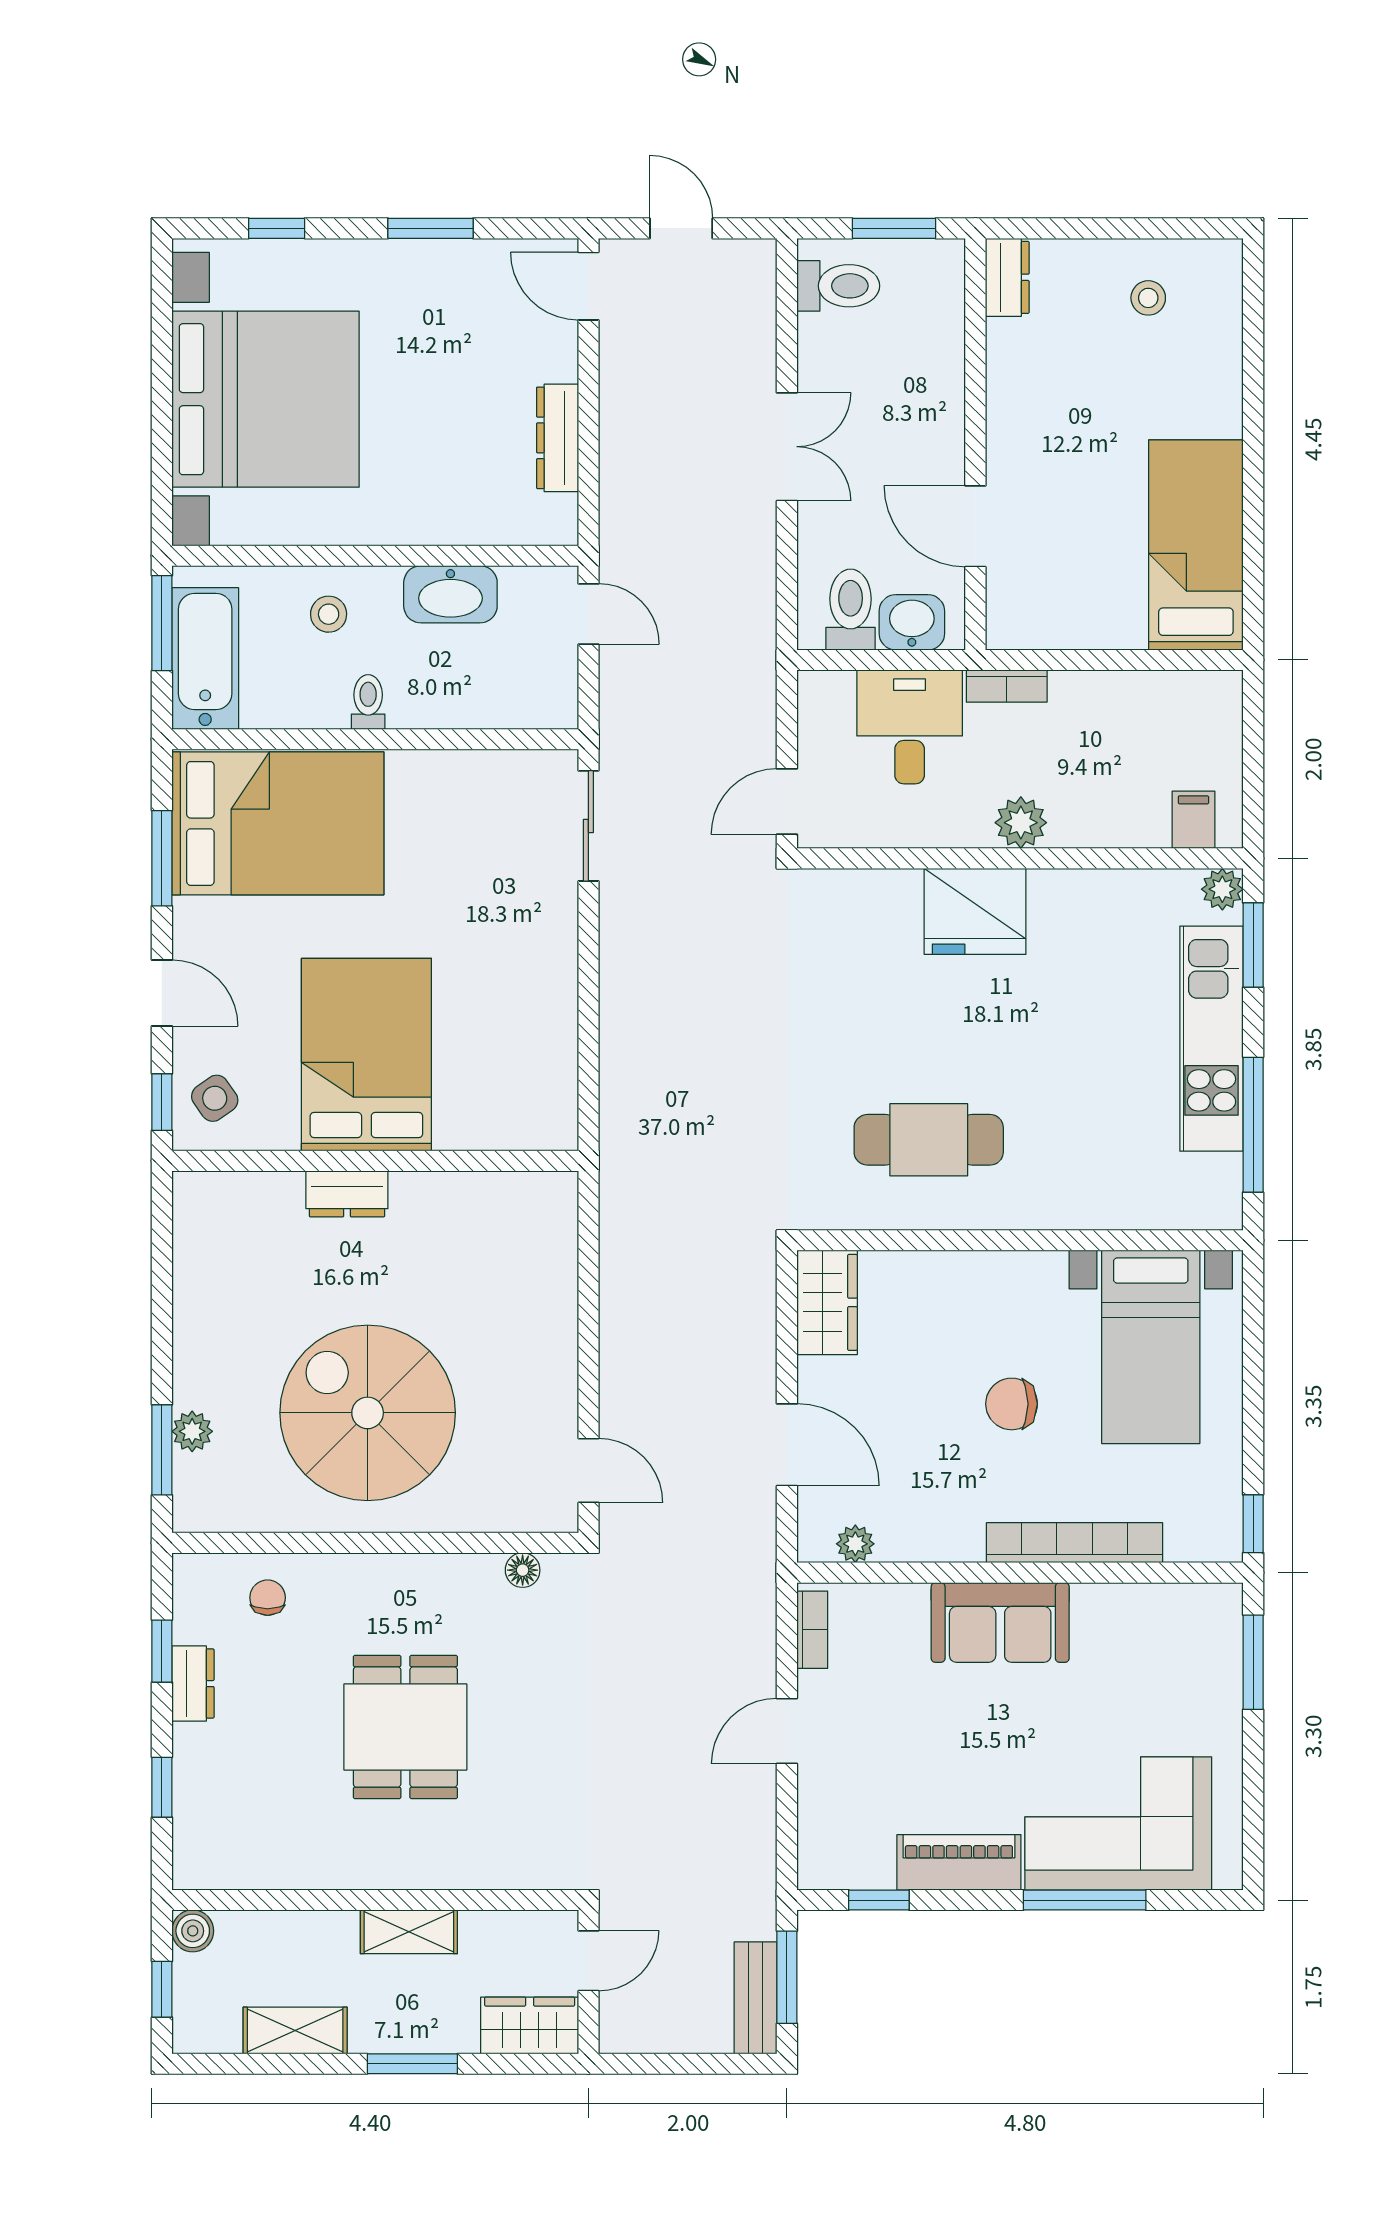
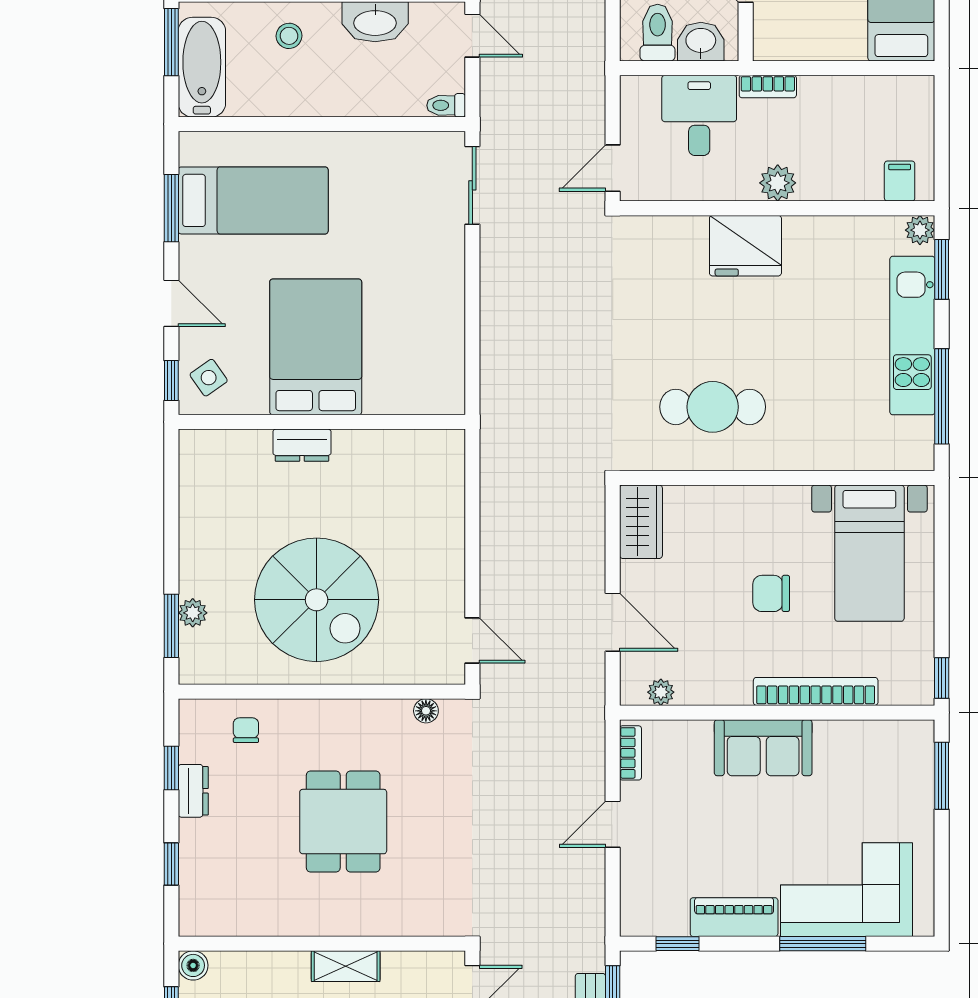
toilet: (368, 702) -> (446, 105), moved, turned -90
bed: (278, 823) -> (253, 200), width x0.67
spiral stairs: (368, 1413) -> (317, 600), turned 180

